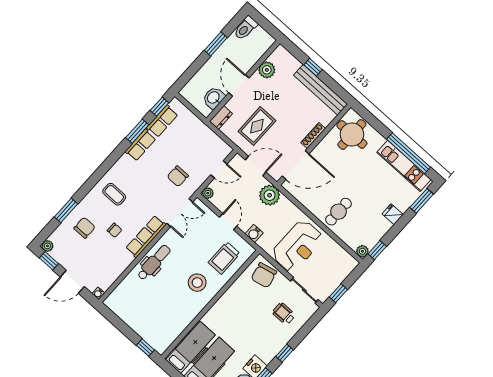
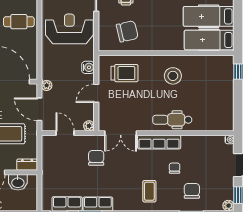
chair: (178, 176) -> (96, 158), turned -90
plant: (270, 195) -> (47, 85), width x0.53, depth x0.53
double door: (180, 213) -> (121, 133), swing flipped
chair: (85, 228) -> (192, 191), turned 90
chair: (264, 275) -> (127, 31), moved
stool: (197, 283) -> (173, 76), moved

